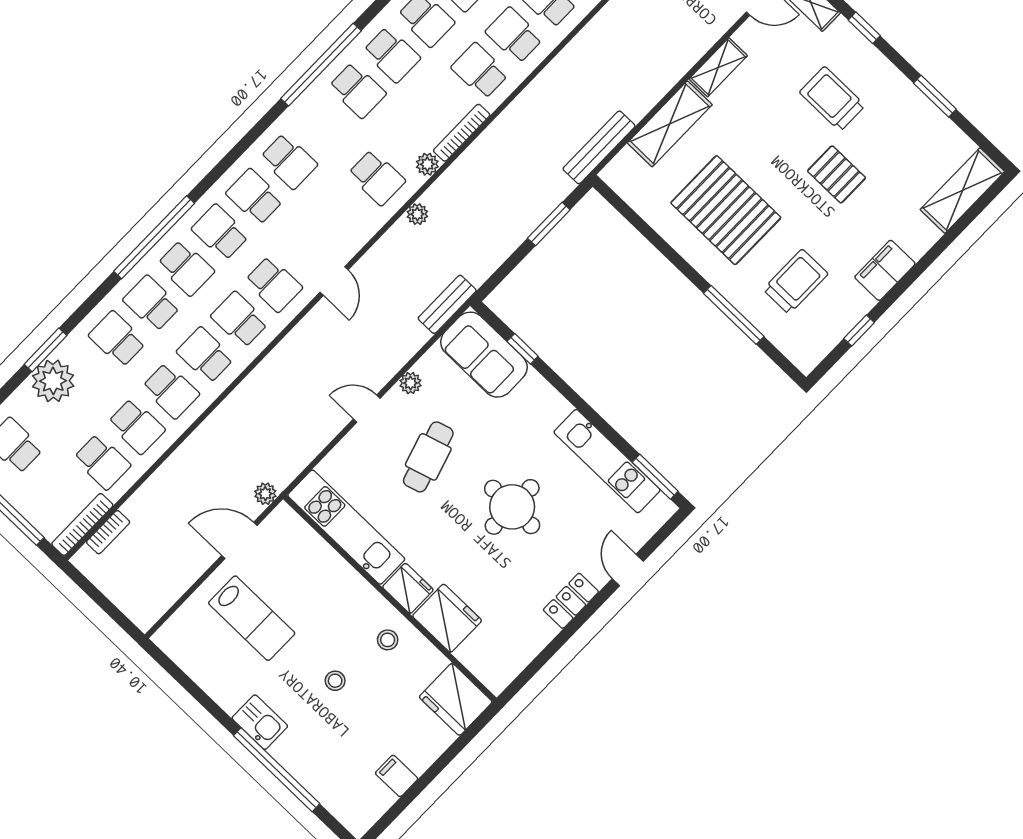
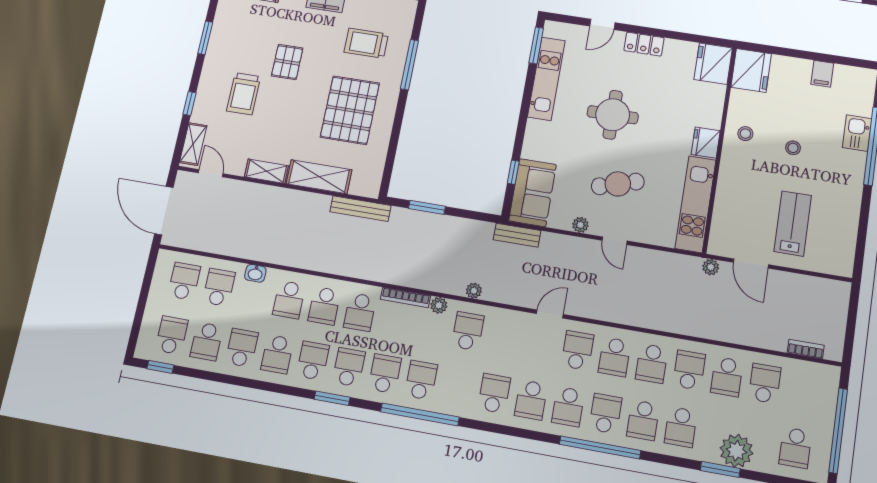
school desk: (136, 426) -> (727, 377), turned 180
bookcase: (82, 524) -> (813, 369), removed
fridge: (447, 618) -> (713, 64), moved
kitchen sink: (260, 722) -> (857, 133), moved

